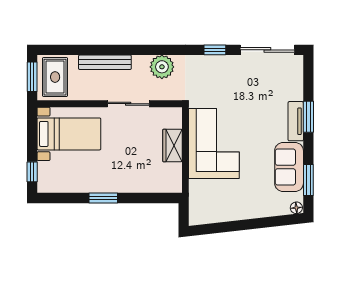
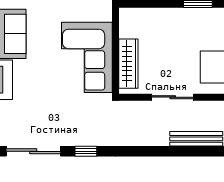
plant: (162, 67) -> (139, 134), removed
wardrobe: (172, 146) -> (128, 64), width x1.50

